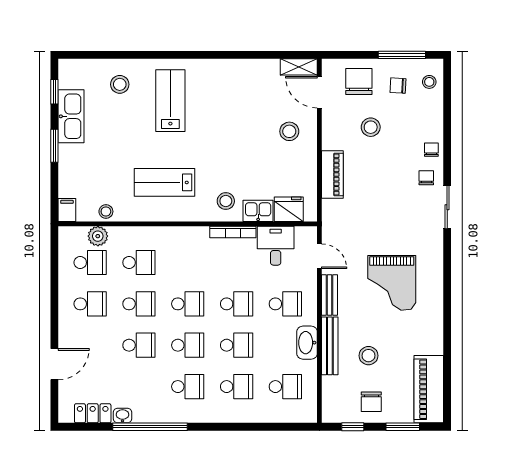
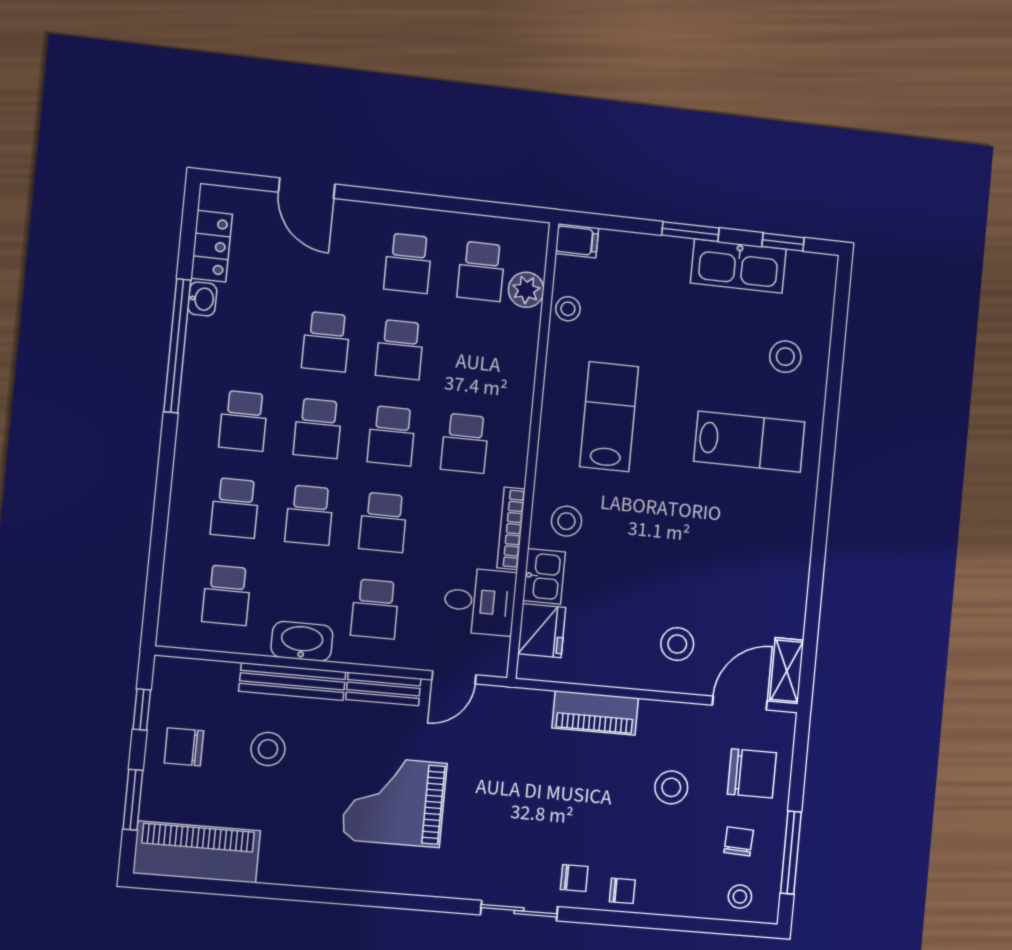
school desk: (139, 263) -> (465, 443), moved

